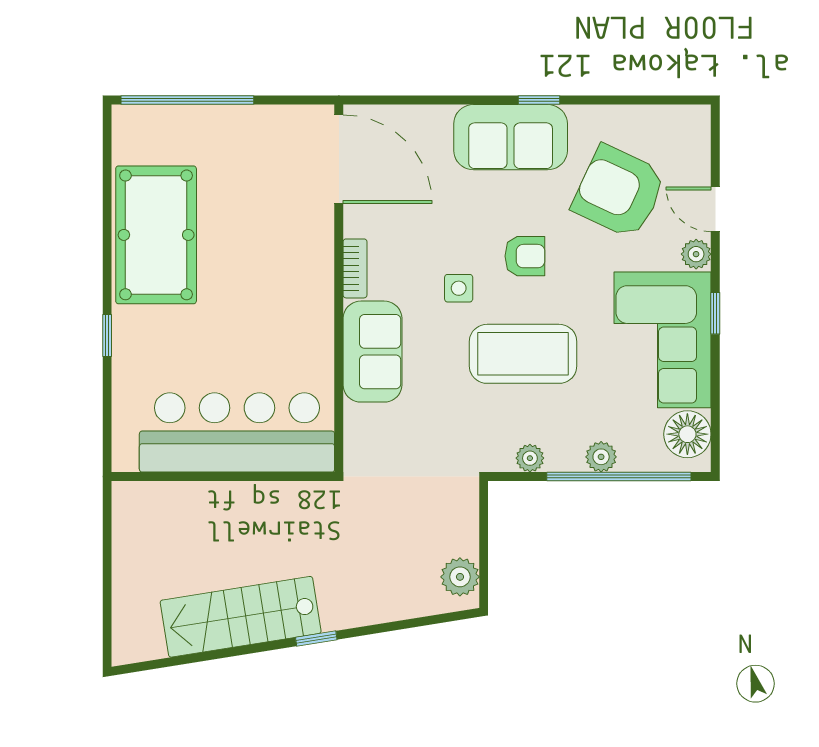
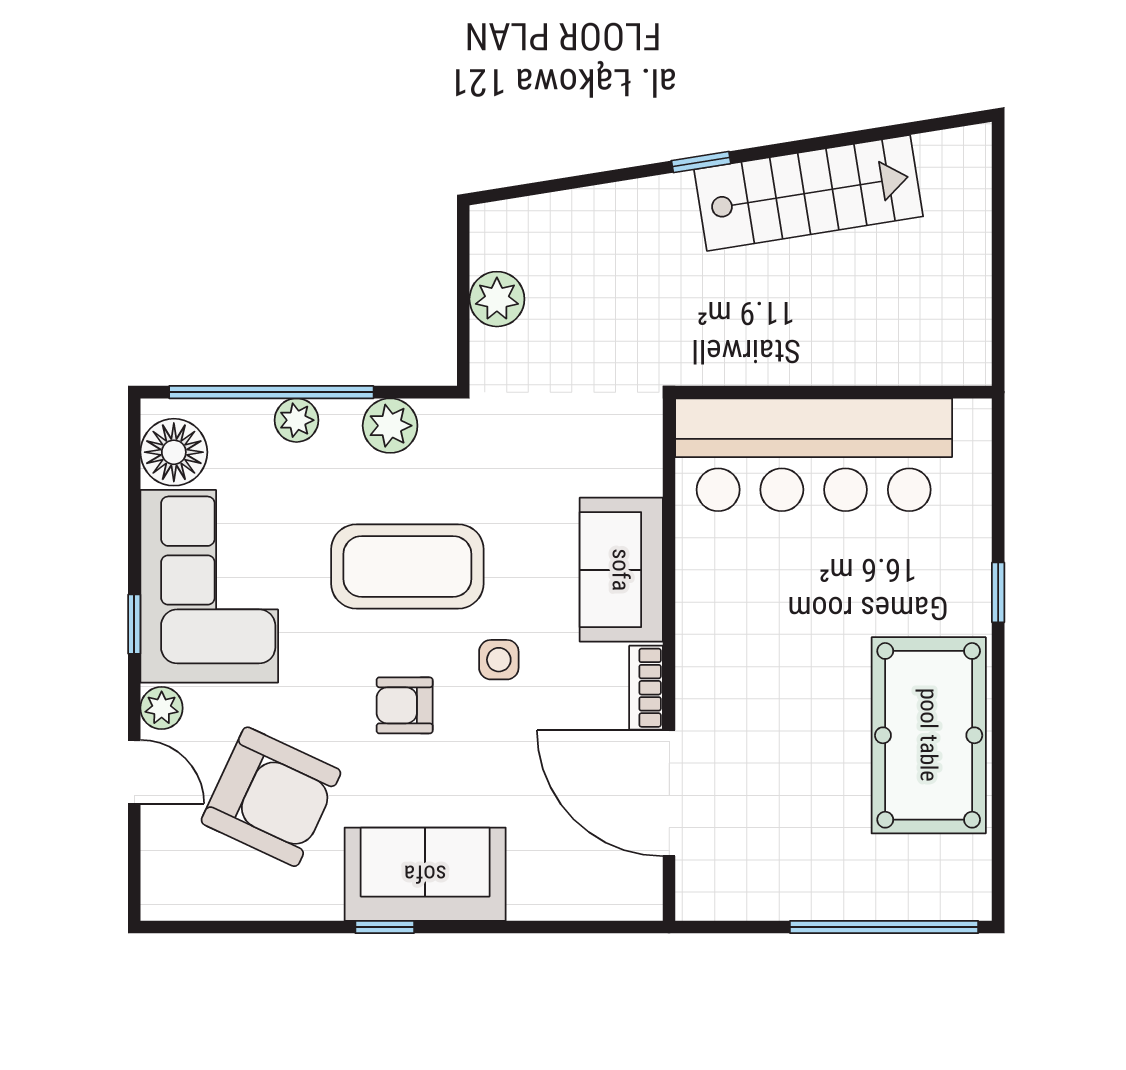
door: (339, 159) -> (669, 793), moved
plant: (530, 458) -> (390, 426), width x1.38, depth x1.38
plant: (460, 577) -> (497, 299), moved

